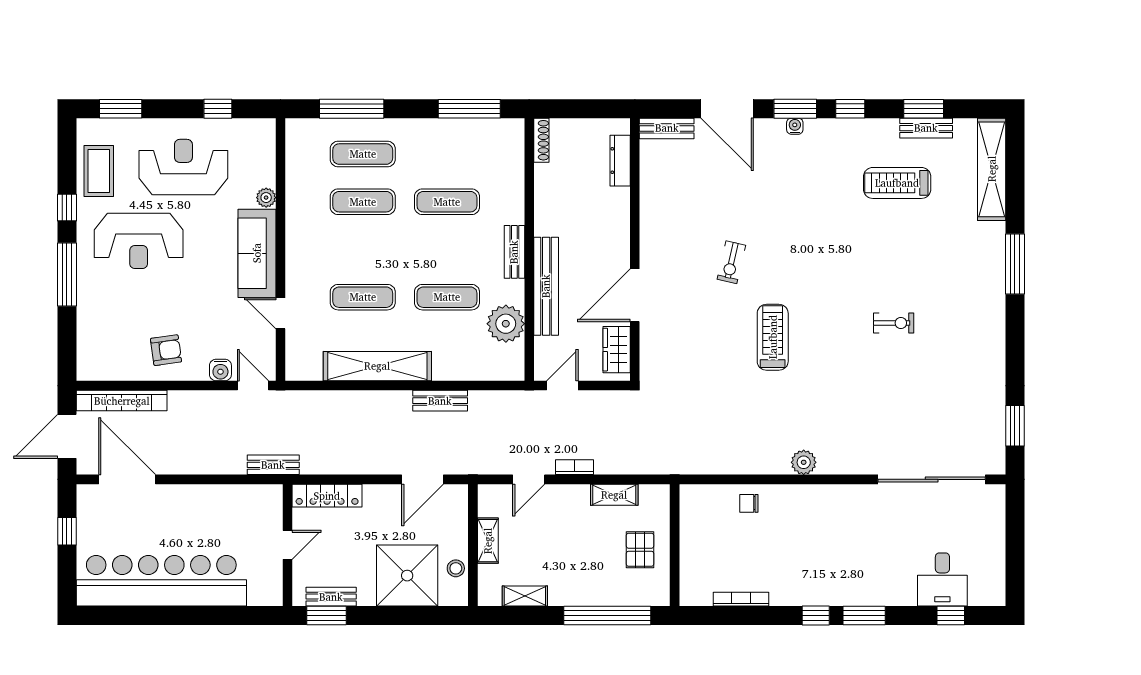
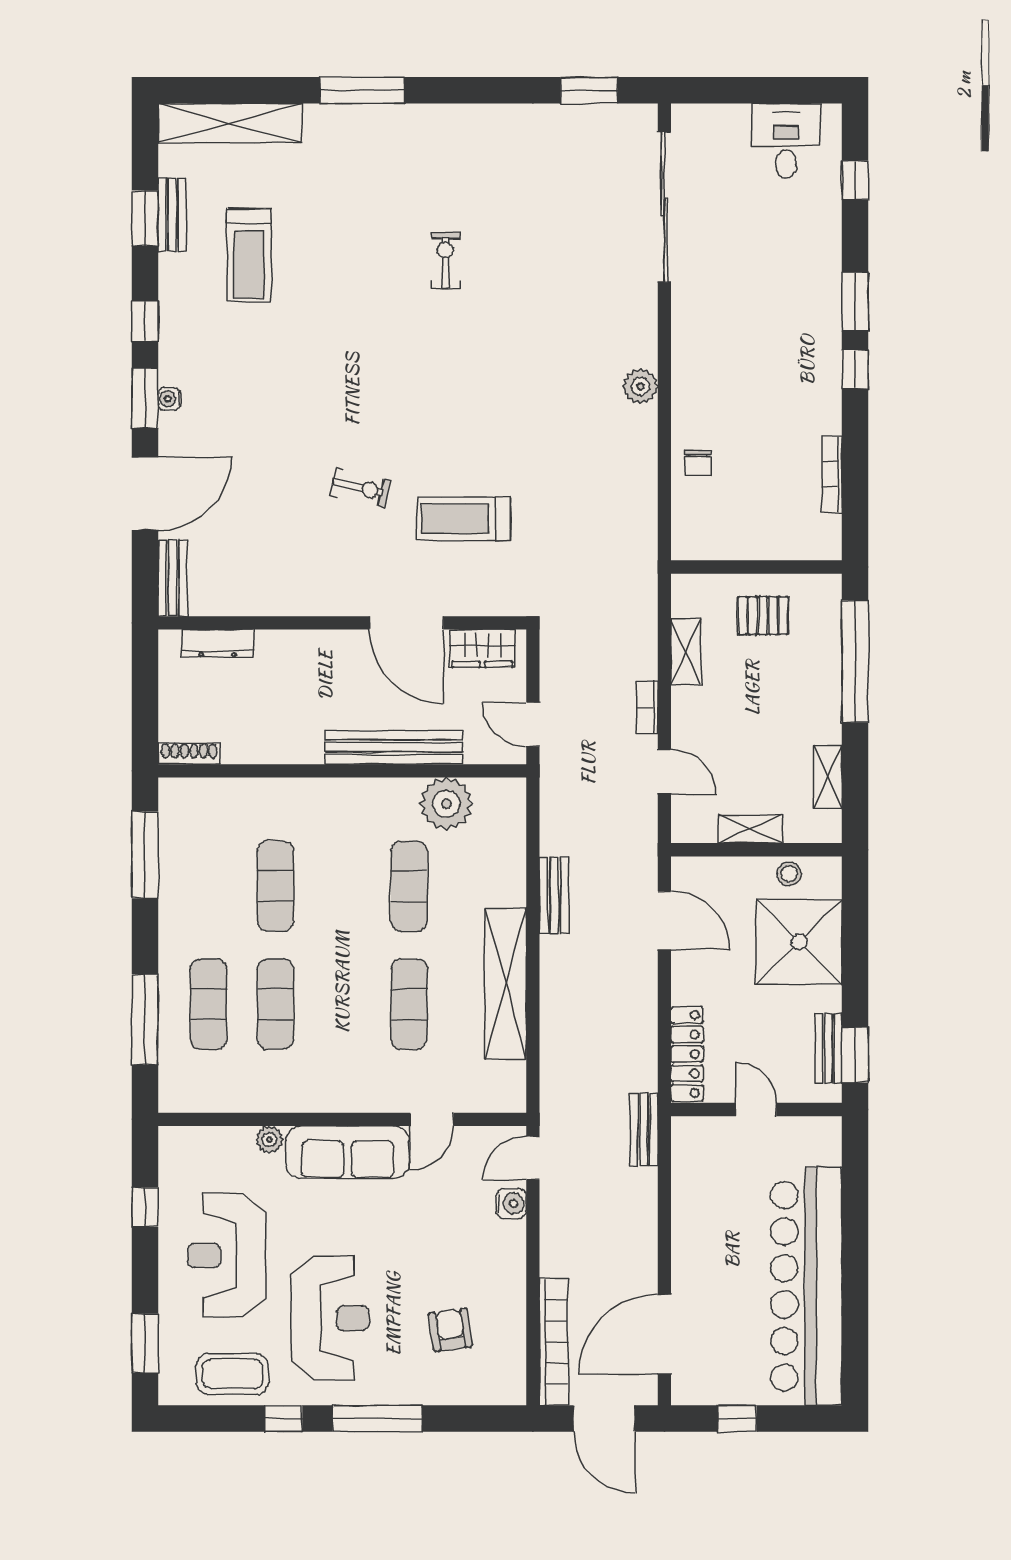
bench: (514, 252) -> (346, 792), removed
treadmill: (773, 337) -> (464, 519), moved
armchair: (166, 350) -> (450, 1330), moved
desk: (942, 579) -> (786, 141), moved, turned -90

